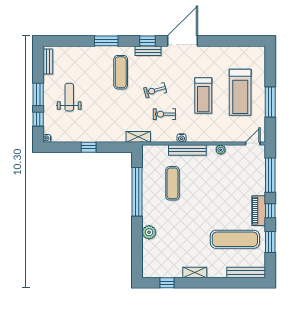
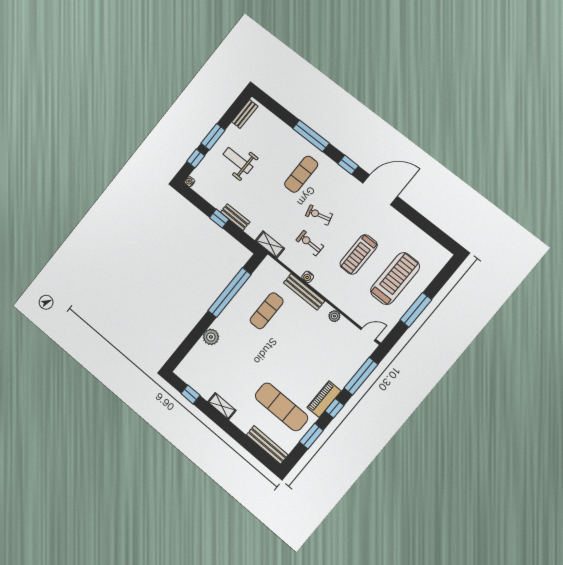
window: (106, 41) -> (311, 136), width x1.44
bench: (148, 51) -> (235, 217), moved
treadmill: (240, 92) -> (395, 279), turned 180
weight bench: (69, 97) -> (238, 161), turned -90

